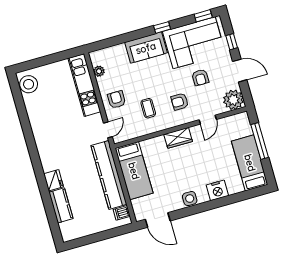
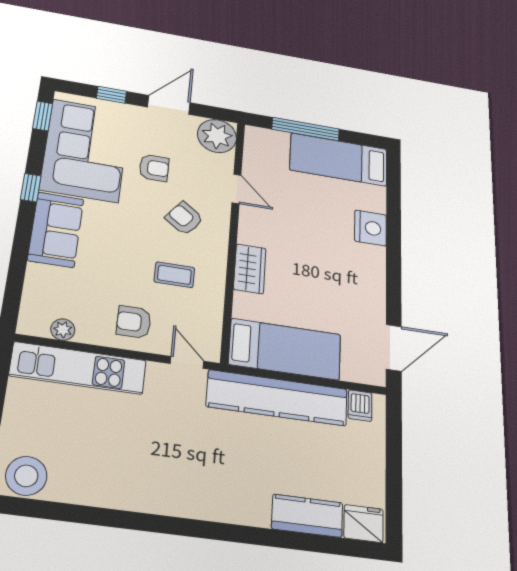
armchair: (180, 102) -> (184, 218), turned 127
wardrobe: (178, 138) -> (250, 269), moved
fridge: (54, 180) -> (364, 524), moved
side table: (190, 199) -> (371, 278), removed

